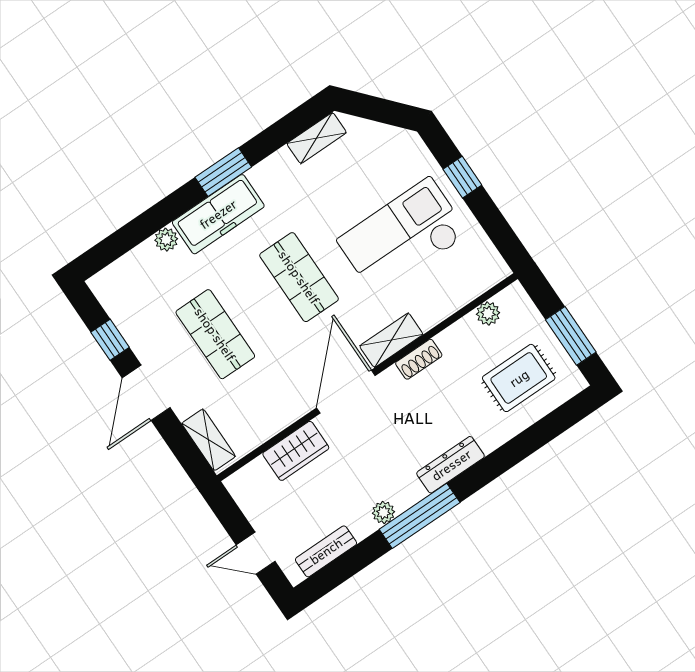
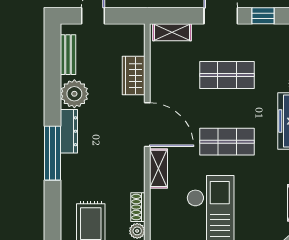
shoe rack: (419, 359) -> (138, 207), moved
dresser: (451, 465) -> (69, 131), moved
plant: (383, 512) -> (74, 94), width x1.88, depth x1.88
window: (420, 516) -> (53, 153), moved

